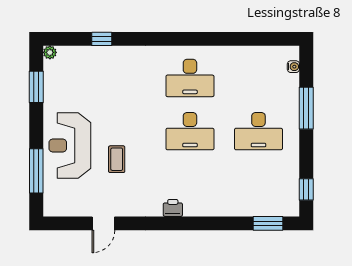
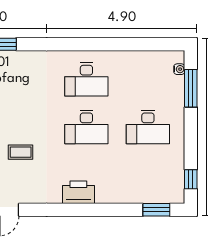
window: (306, 108) -> (191, 88), moved
coffee table: (117, 159) -> (21, 152), turned 90
printer: (173, 208) -> (78, 192), width x1.87, depth x1.48

